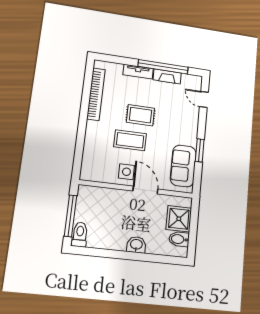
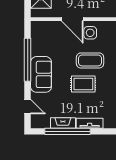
window: (200, 150) -> (28, 60), width x2.11
sofa: (183, 166) -> (41, 74), moved

